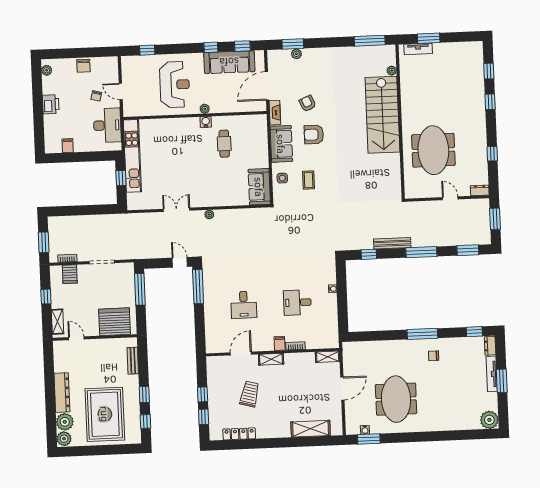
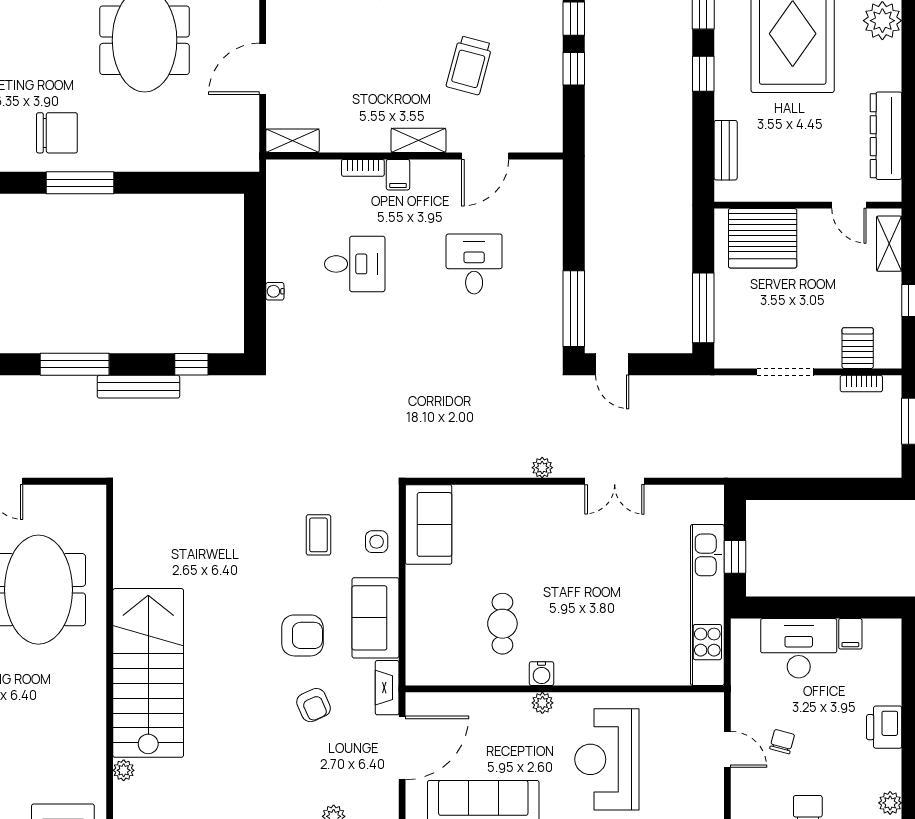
desk: (107, 125) -> (799, 648), moved, turned 90
chair: (434, 356) -> (57, 133), width x1.87, depth x1.87
dresser: (62, 393) -> (886, 136), moved

